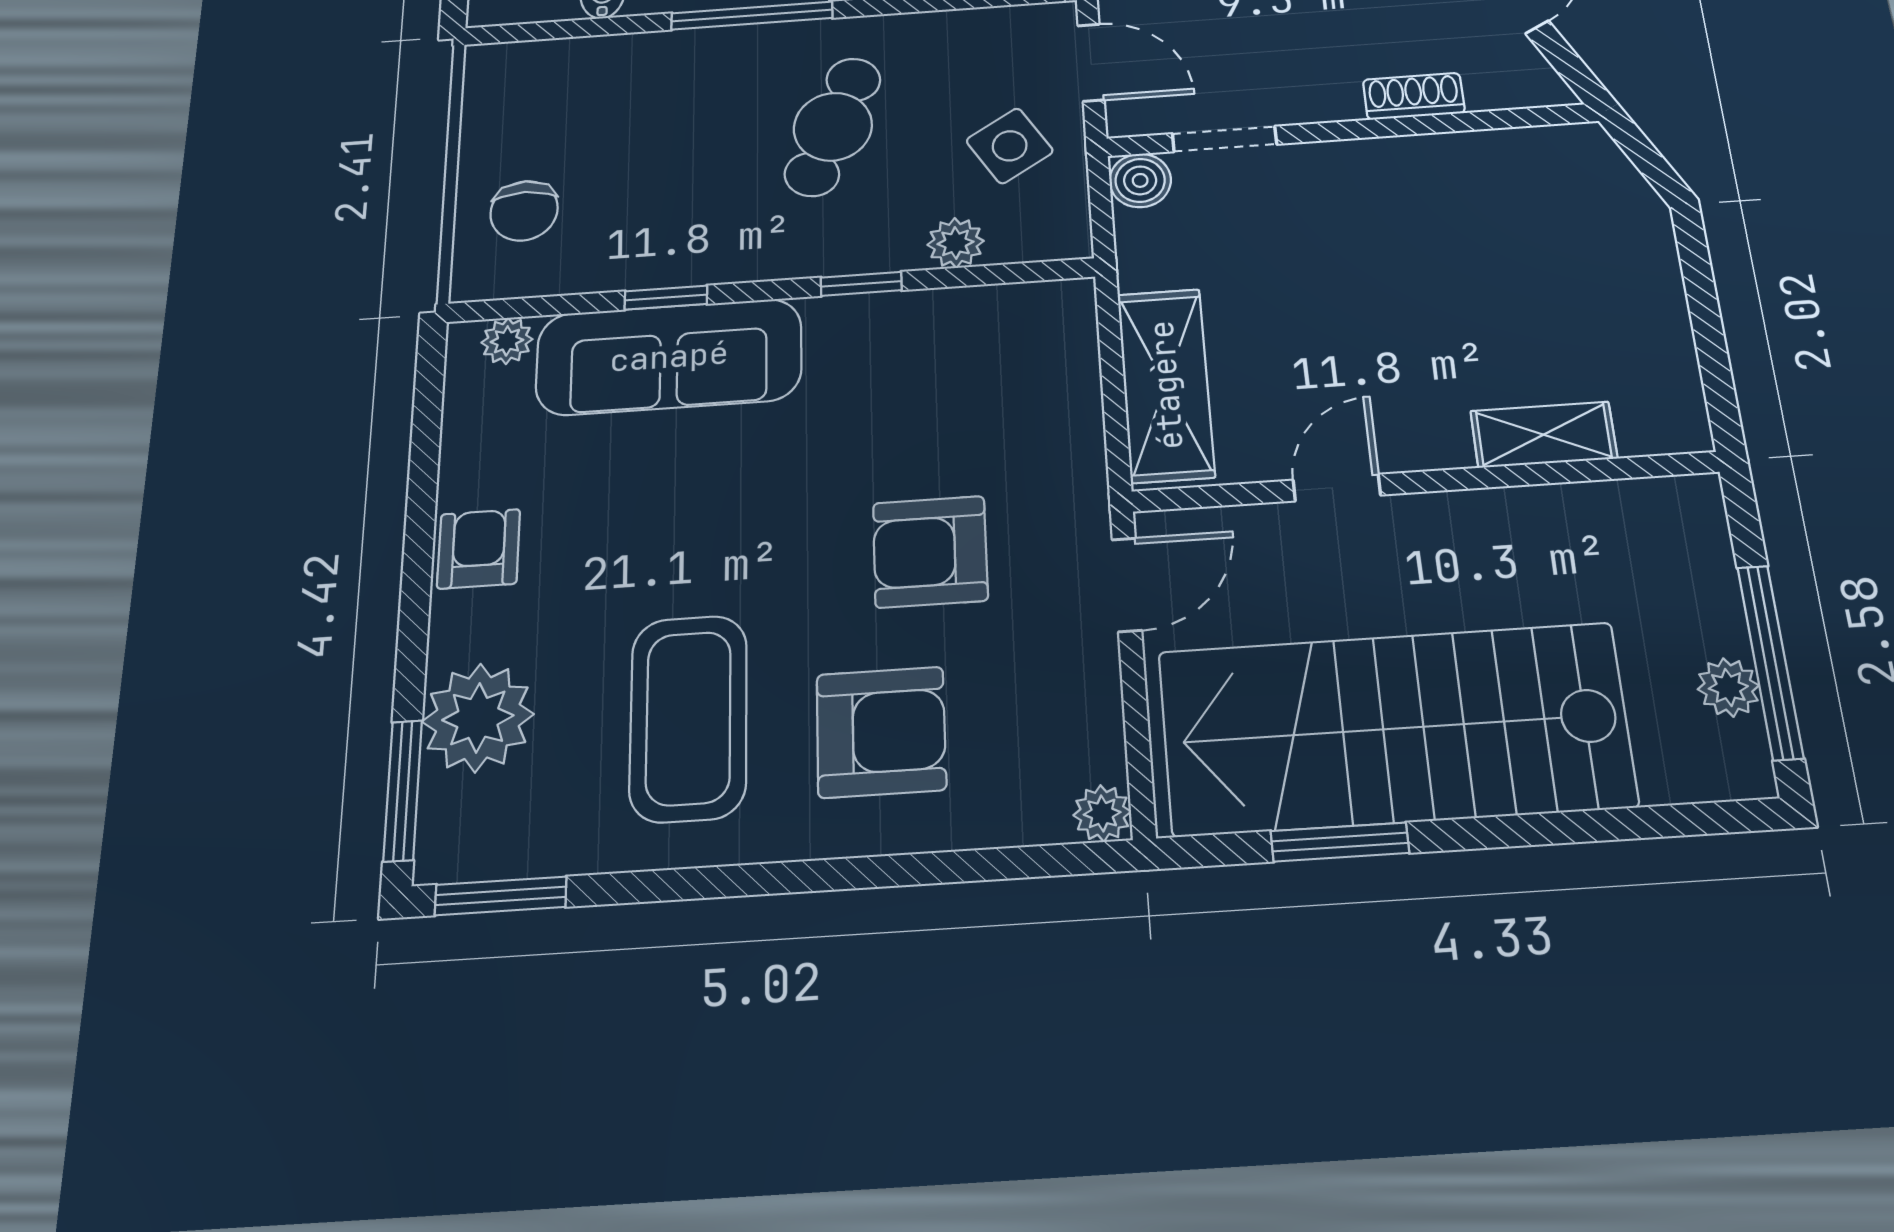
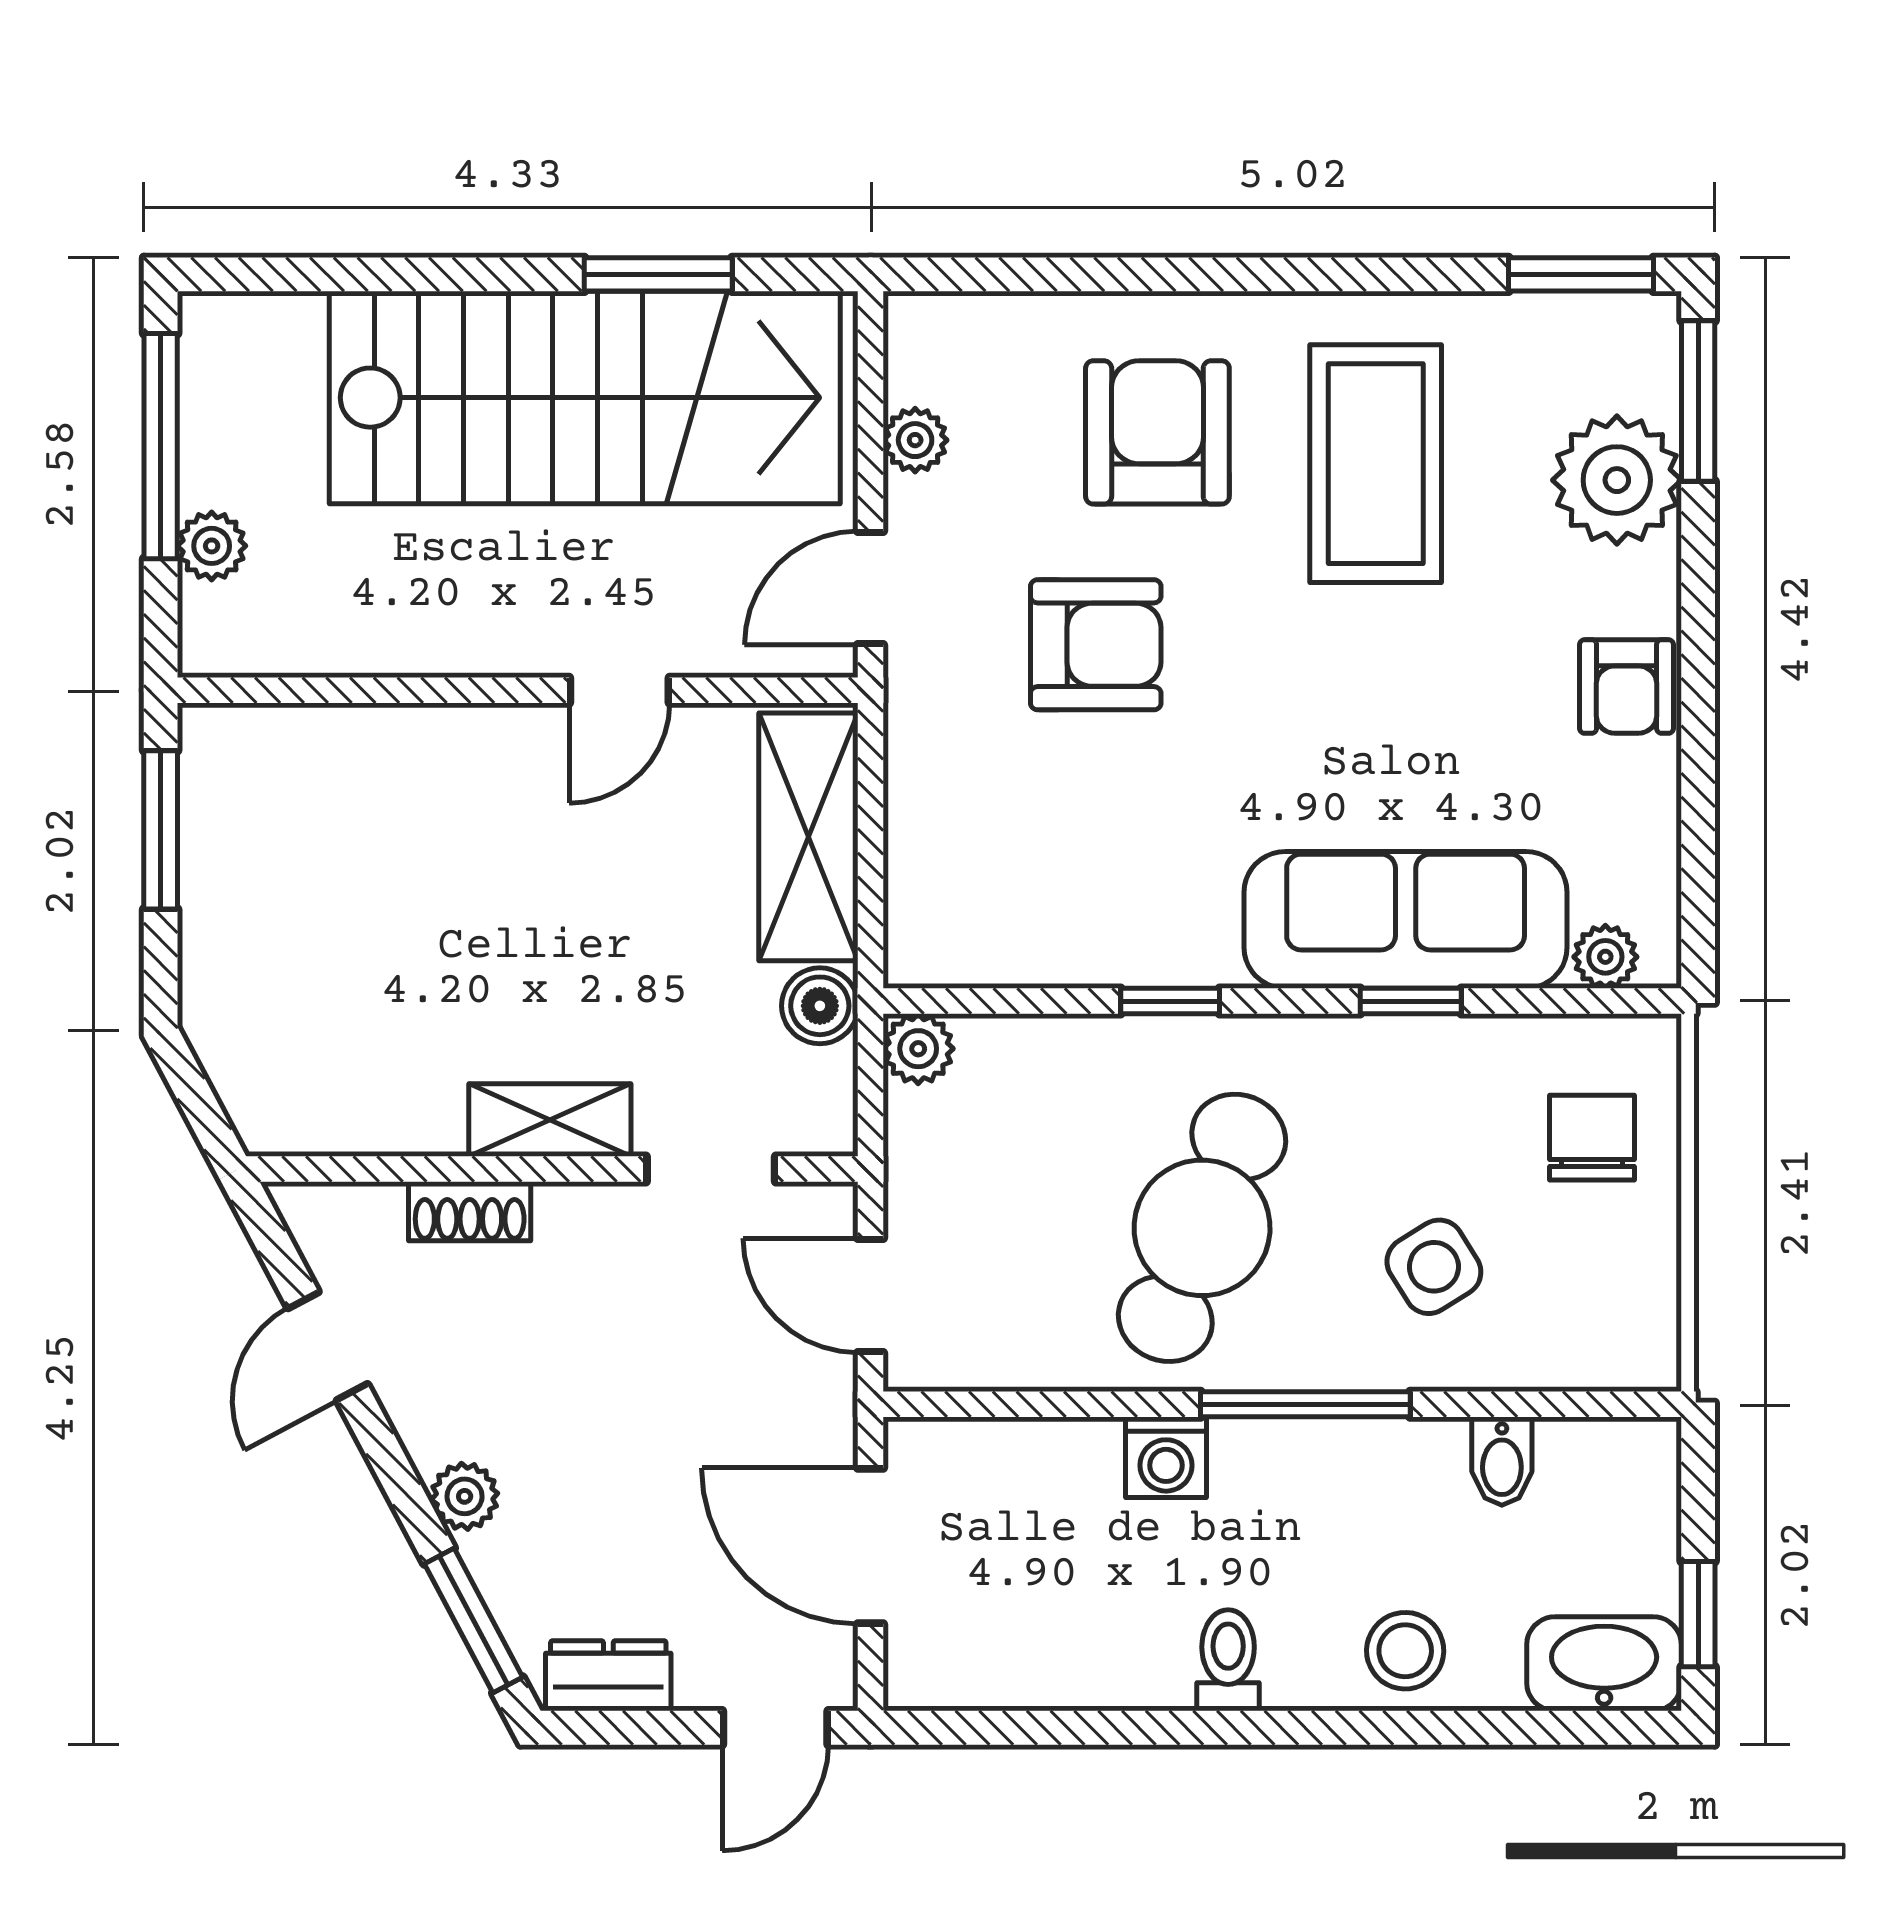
cafe table: (833, 127) -> (1202, 1228), width x1.37, depth x1.35
side table: (1010, 146) -> (1434, 1267), moved
boiler: (1140, 180) -> (820, 1006), moved
plant: (956, 243) -> (918, 1049), moved
window: (1712, 353) -> (161, 830), added
shelving: (1544, 435) -> (550, 1120), moved
plant: (1728, 687) -> (212, 546), moved
armchair: (881, 732) -> (1157, 432), turned 90
plant: (1102, 813) -> (915, 440), moved

